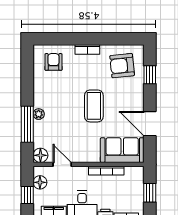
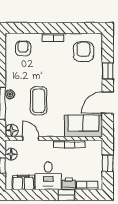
armchair: (122, 66) -> (83, 52), turned 96
window: (150, 75) -> (108, 71), moved
coffee table: (94, 106) -> (39, 101), moved
door: (150, 124) -> (108, 103), hinge flipped

